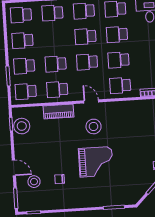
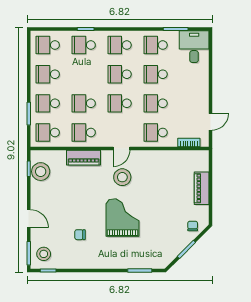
door: (91, 101) -> (121, 148), swing flipped
grand piano: (96, 162) -> (122, 218), turned -90
stool: (34, 182) -> (44, 254), moved

